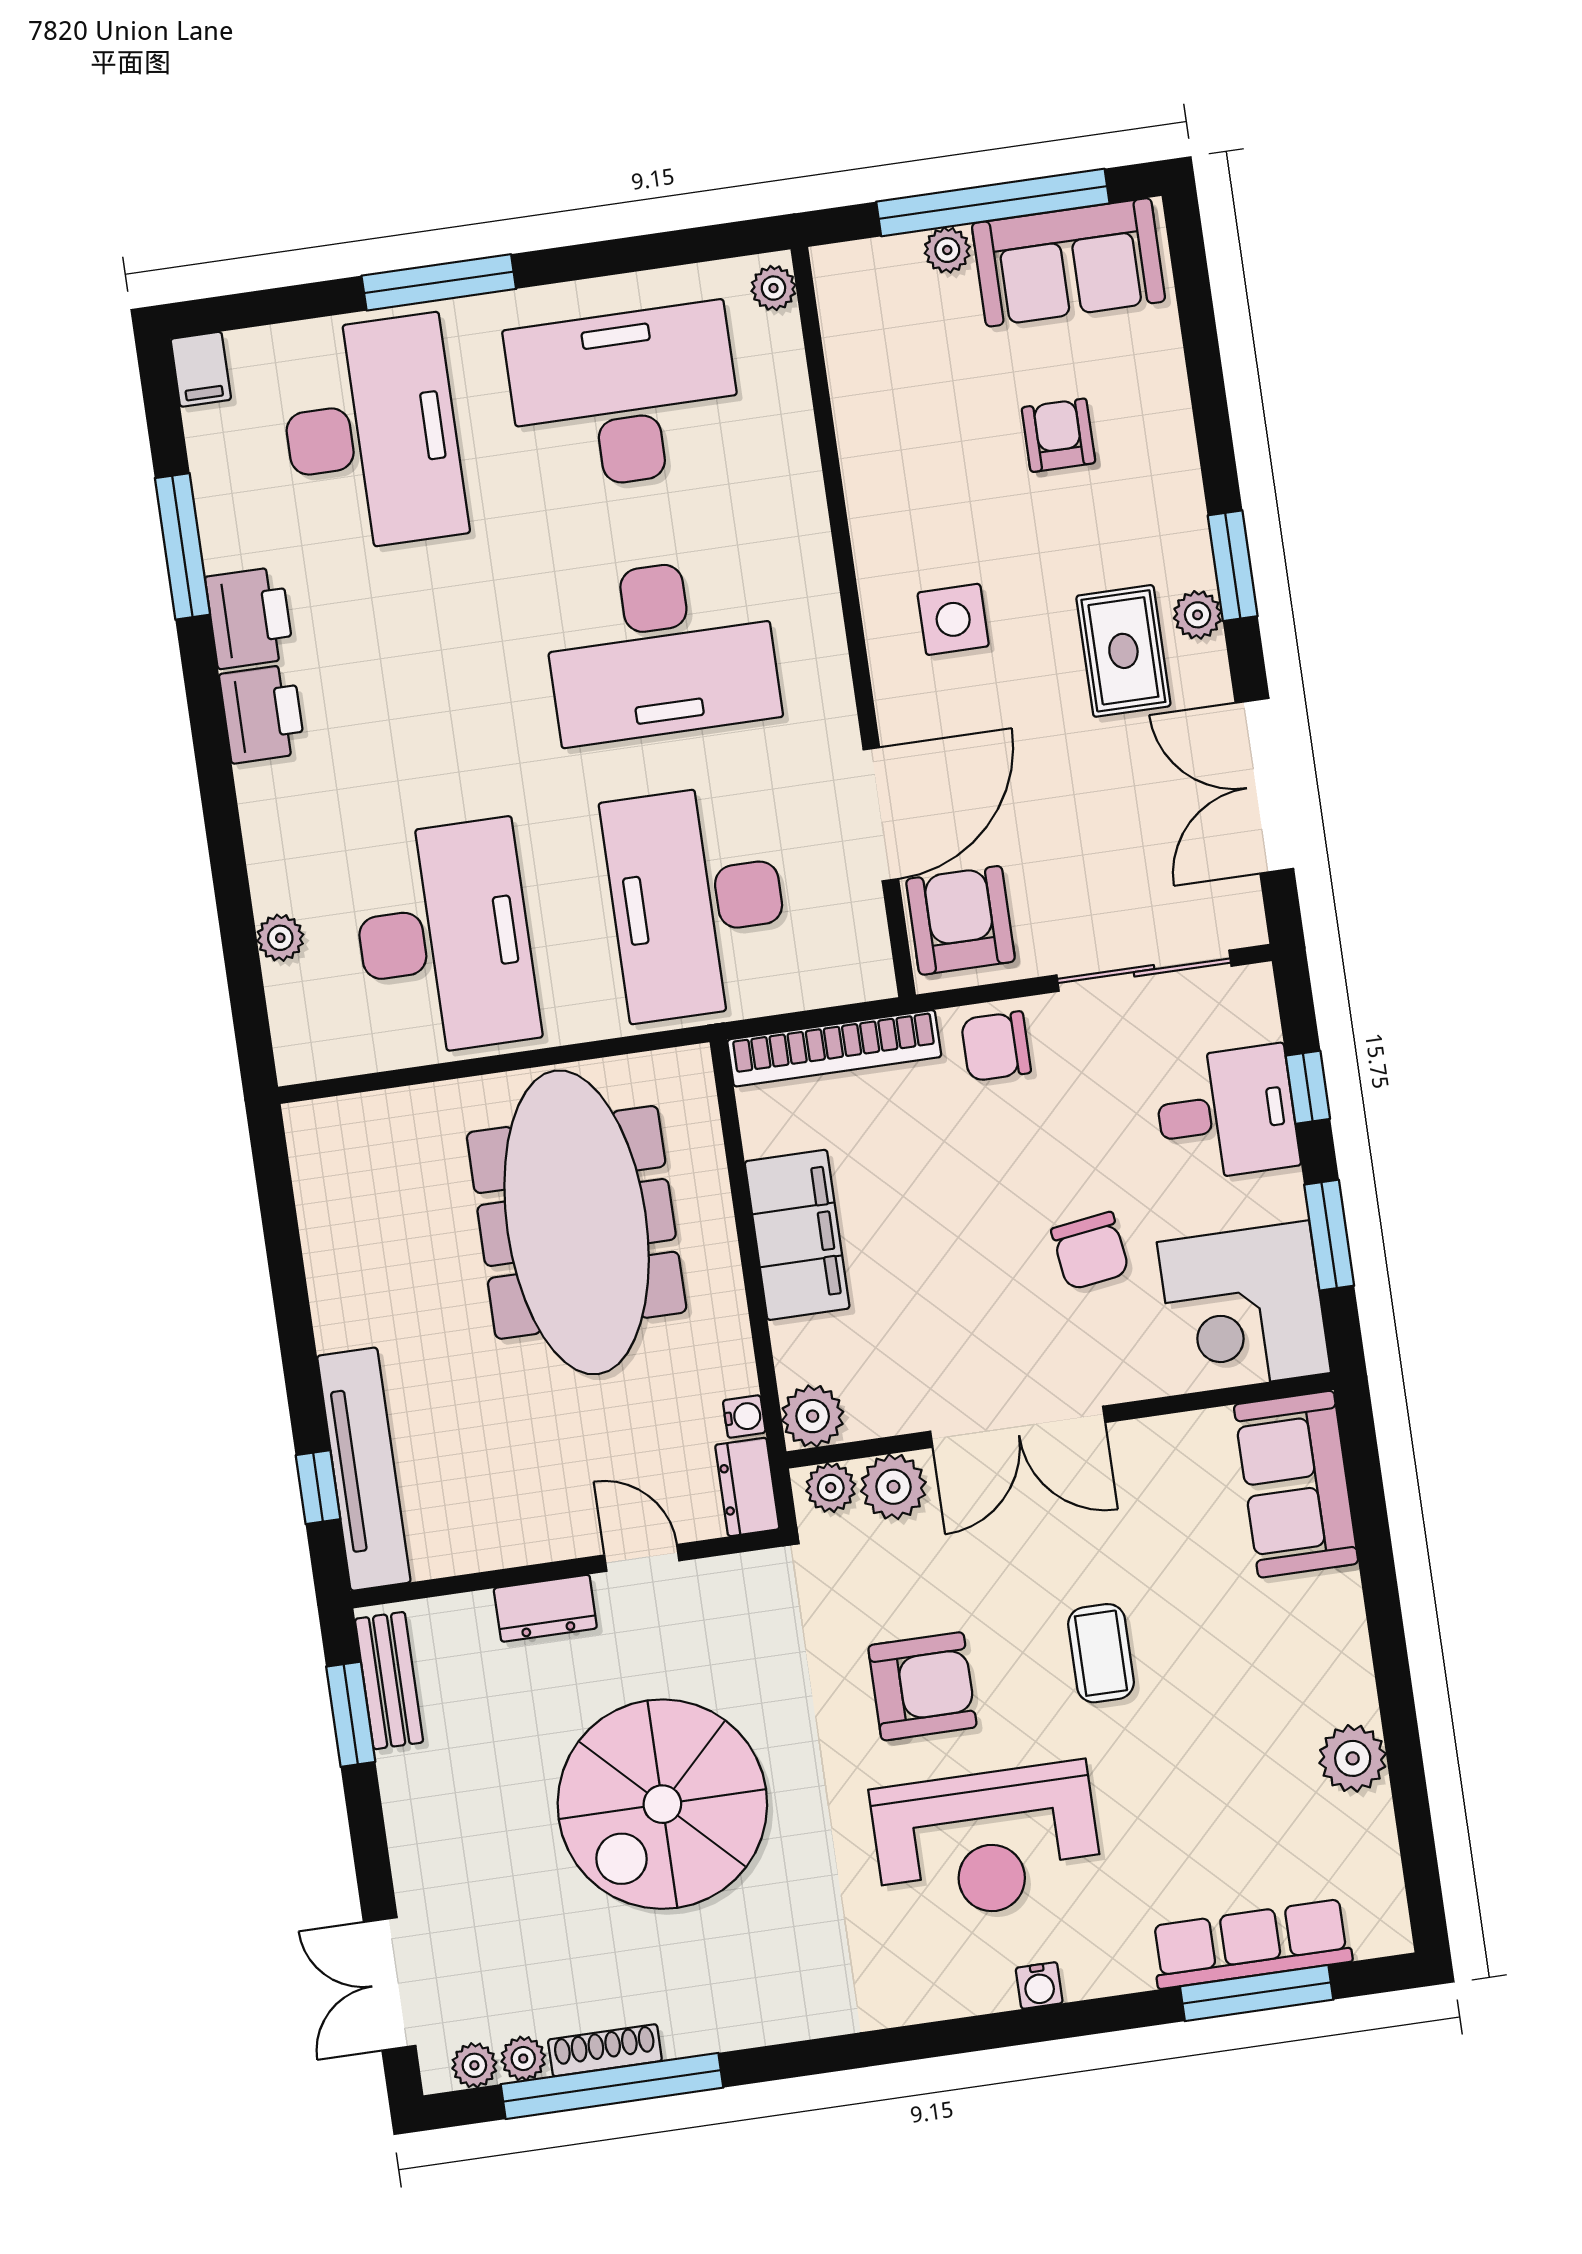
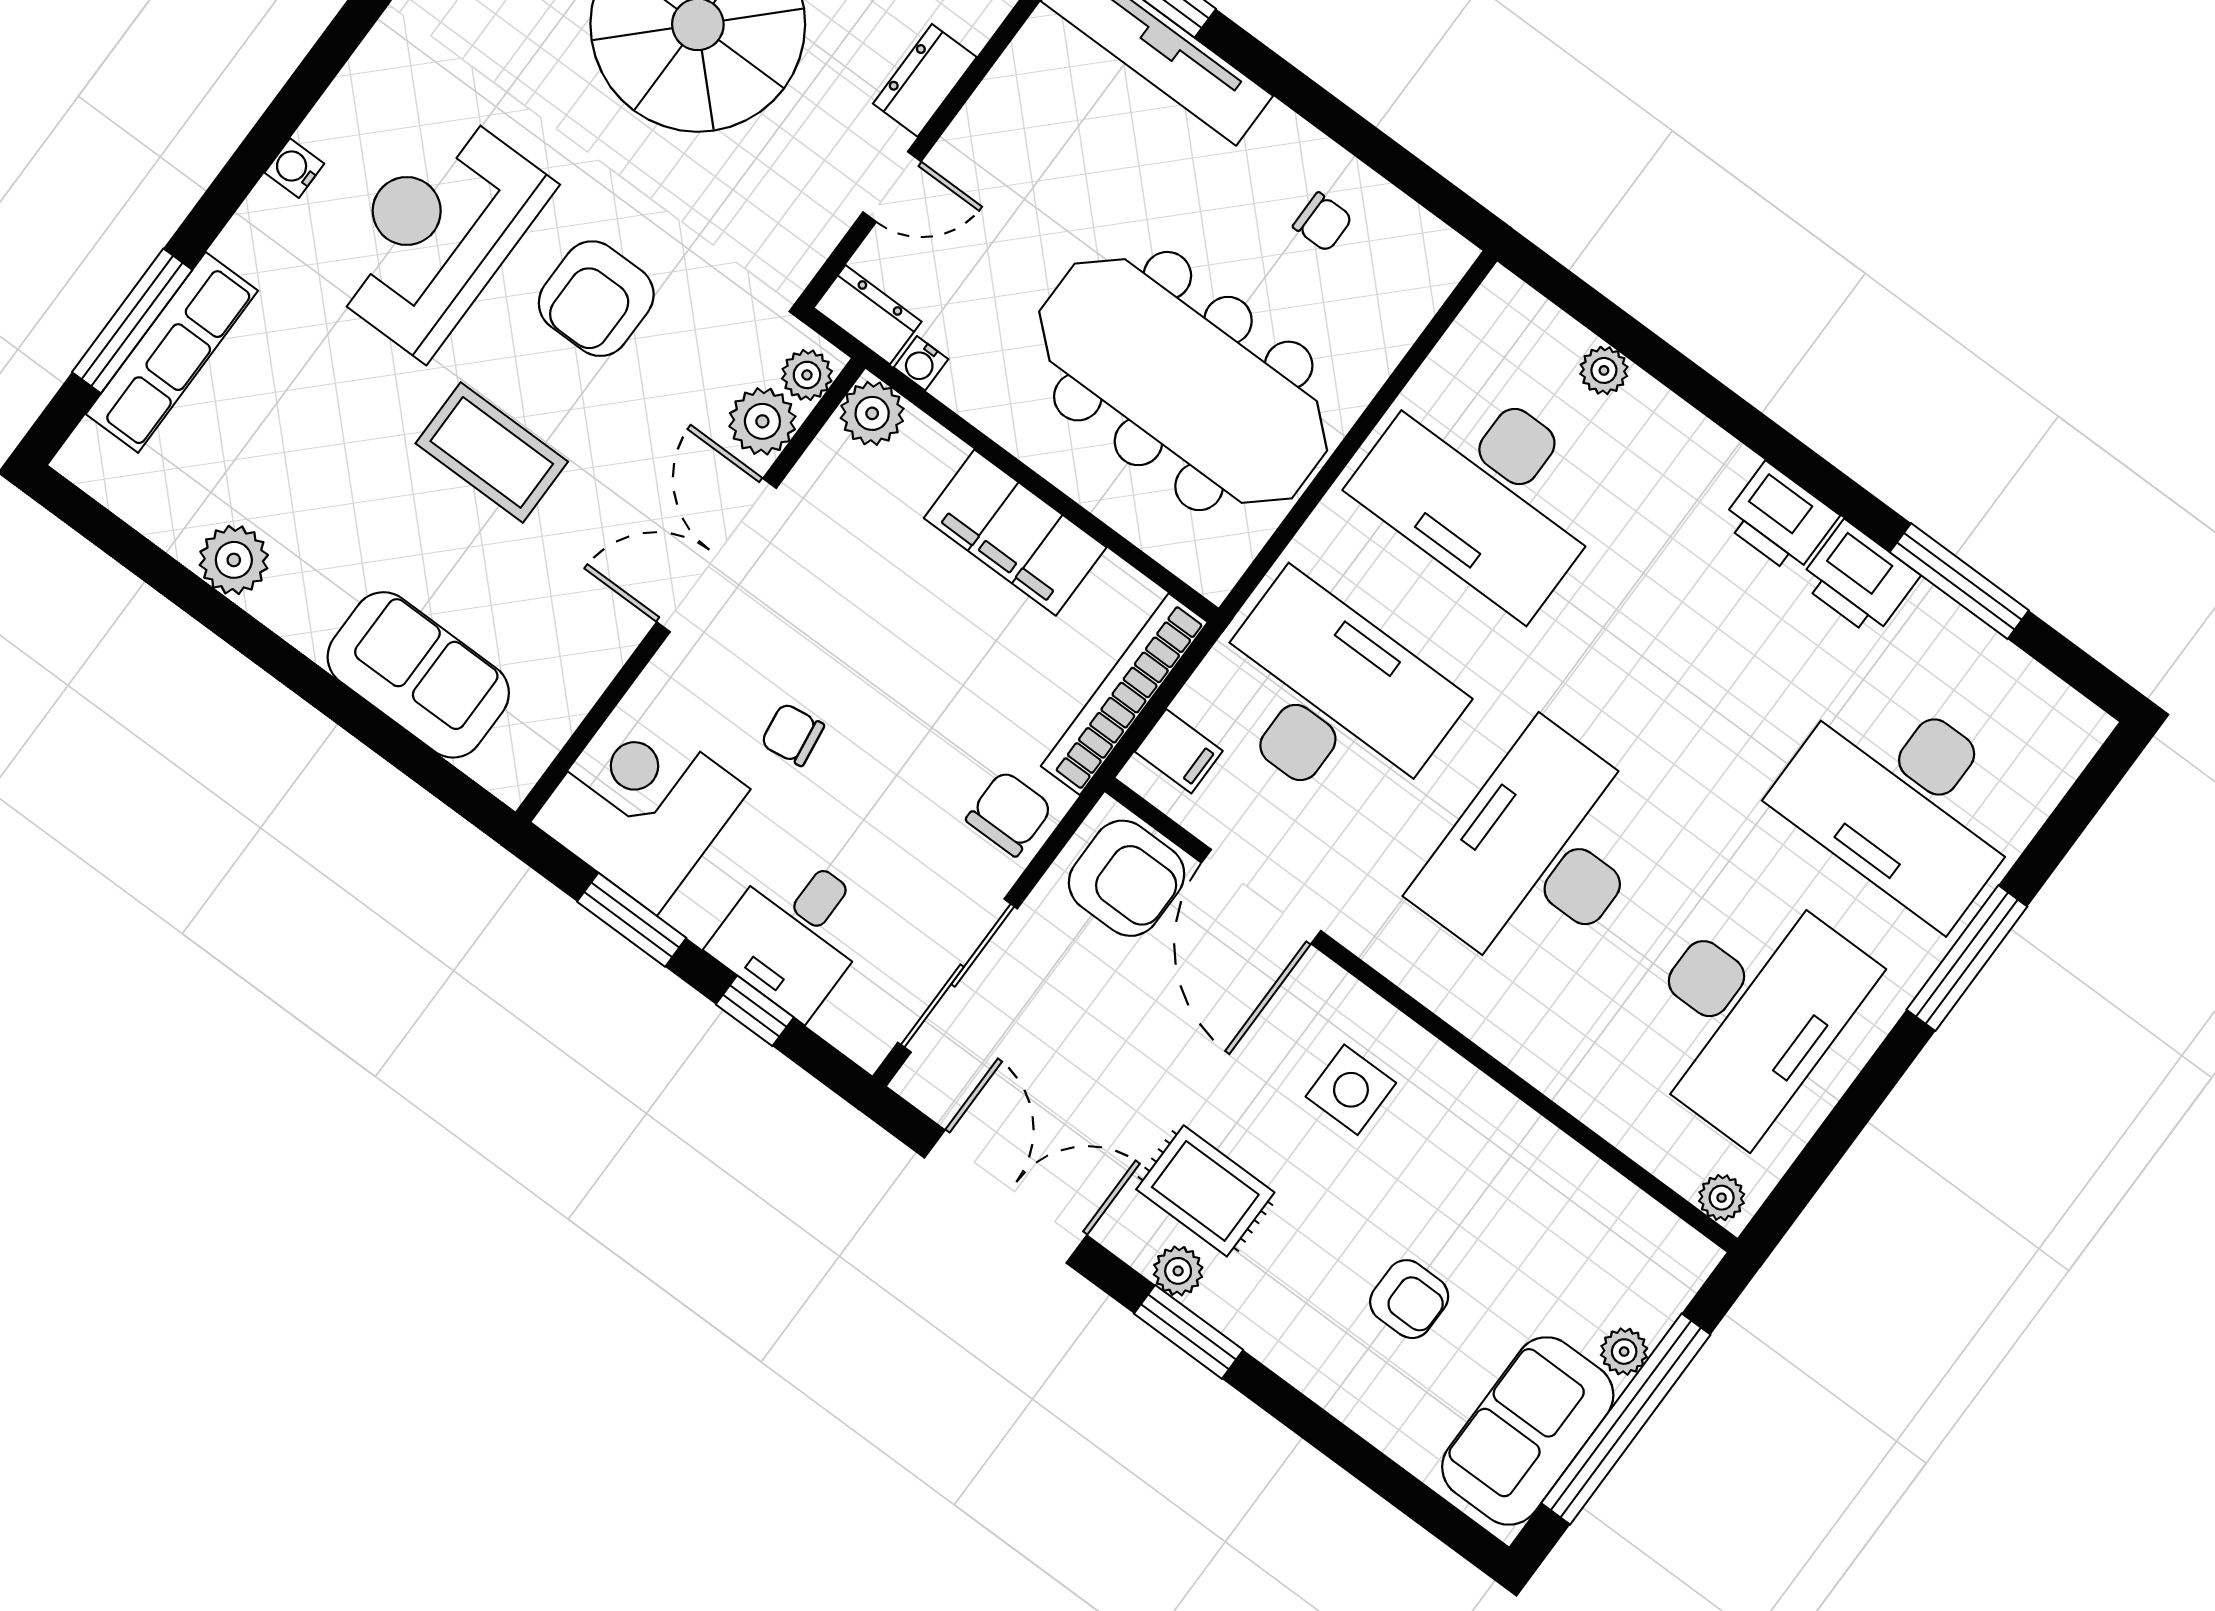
filing cabinet: (201, 369) -> (1179, 751), moved, turned 180
chair: (370, 1235) -> (1323, 222), added
chair: (1090, 1251) -> (792, 734), width x0.73, depth x0.73
sofa: (1296, 1484) -> (418, 675), moved
coffee table: (1101, 1653) -> (492, 452), width x1.36, depth x1.30

